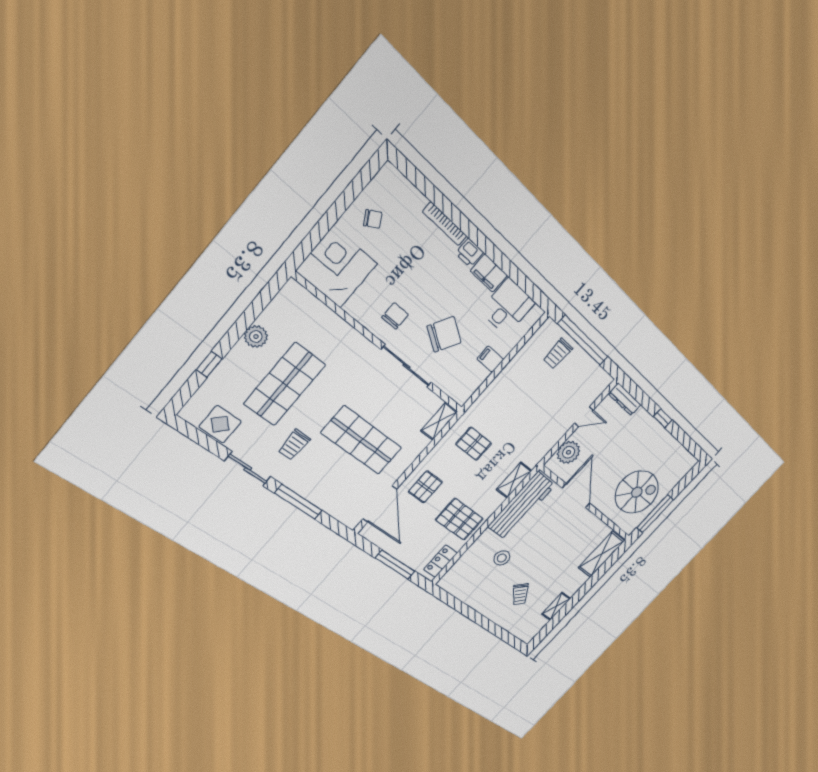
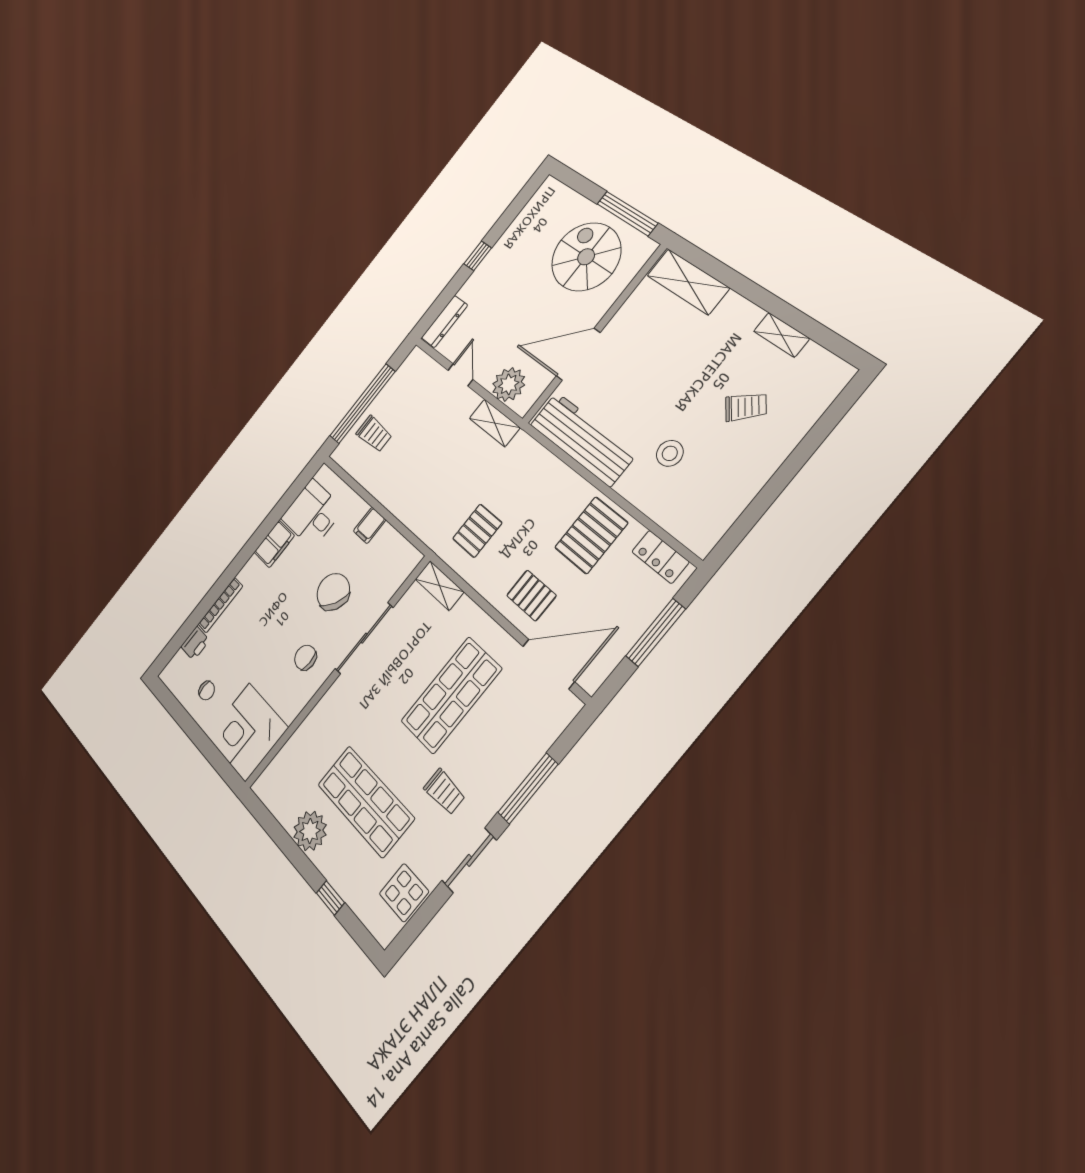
chair: (373, 219) -> (207, 691), turned 121
printer: (470, 253) -> (195, 643), moved
plant: (256, 337) -> (310, 831), width x1.36, depth x1.36
shelving: (514, 480) -> (495, 423), moved

